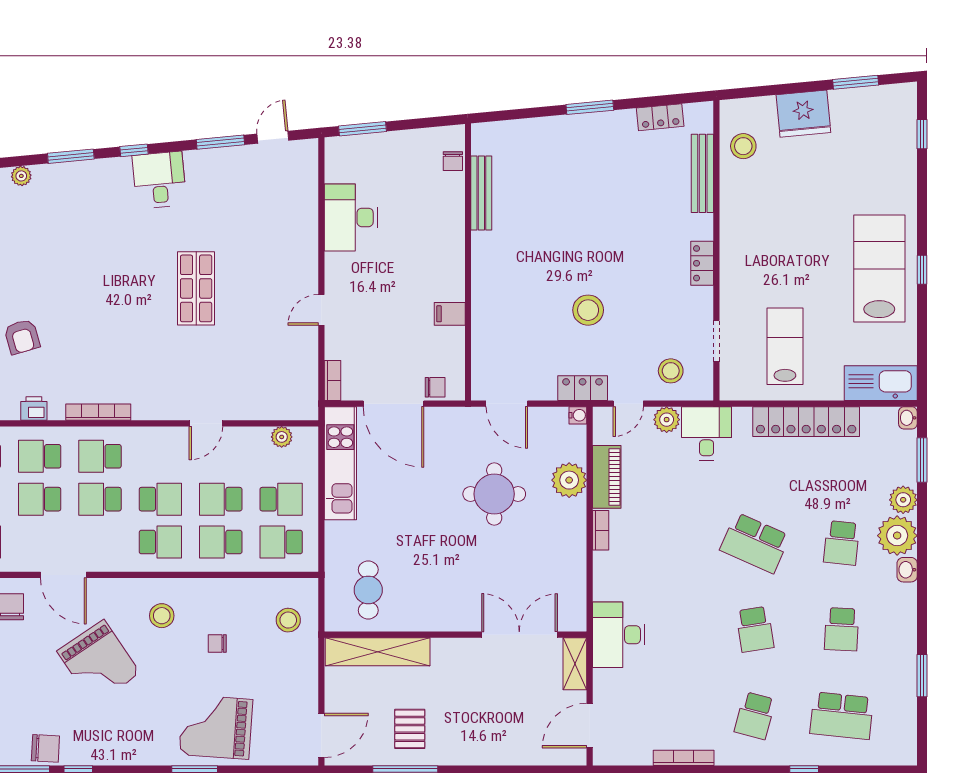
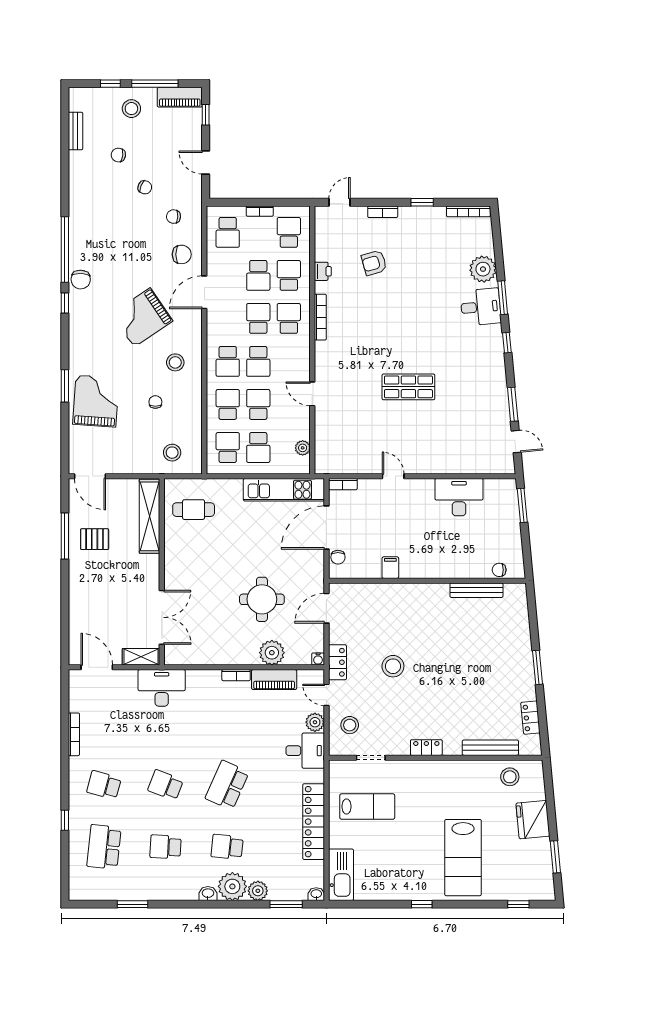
plant: (21, 176) -> (483, 269), width x1.87, depth x1.87
desk: (159, 180) -> (481, 307), moved
lab bench: (879, 268) -> (463, 858), moved, turned 90
school desk: (40, 499) -> (258, 275), turned 180
school desk: (755, 629) -> (166, 785), turned 30

